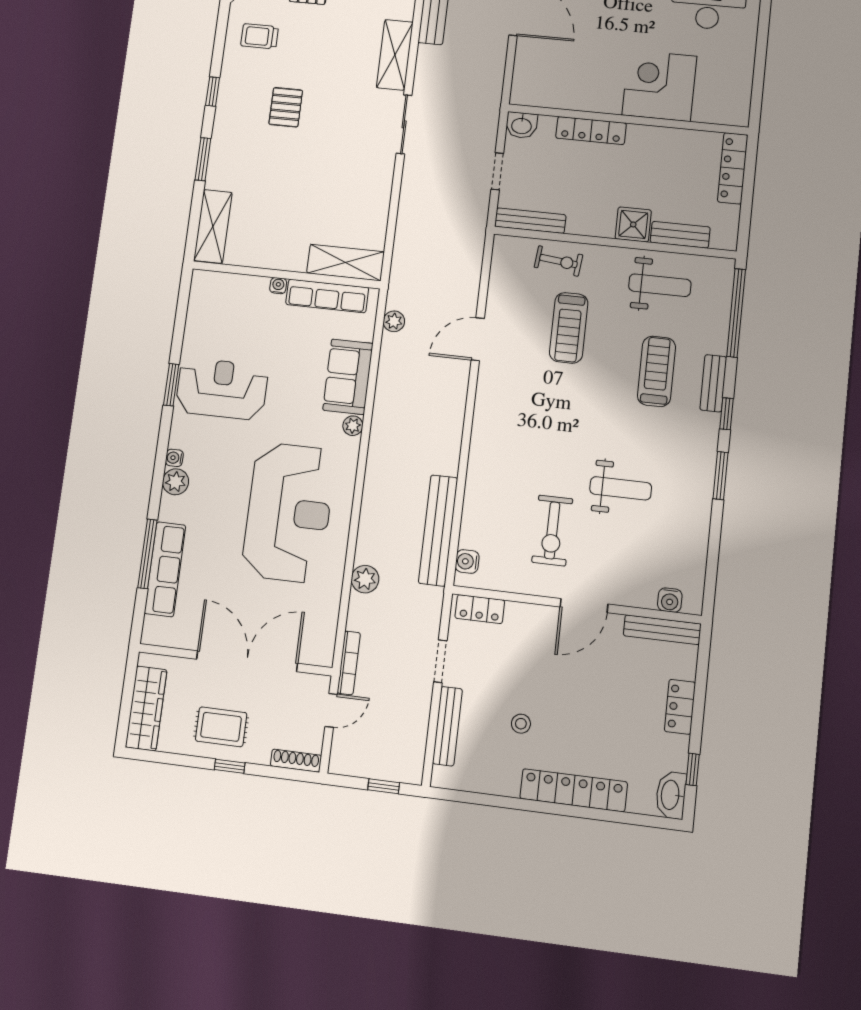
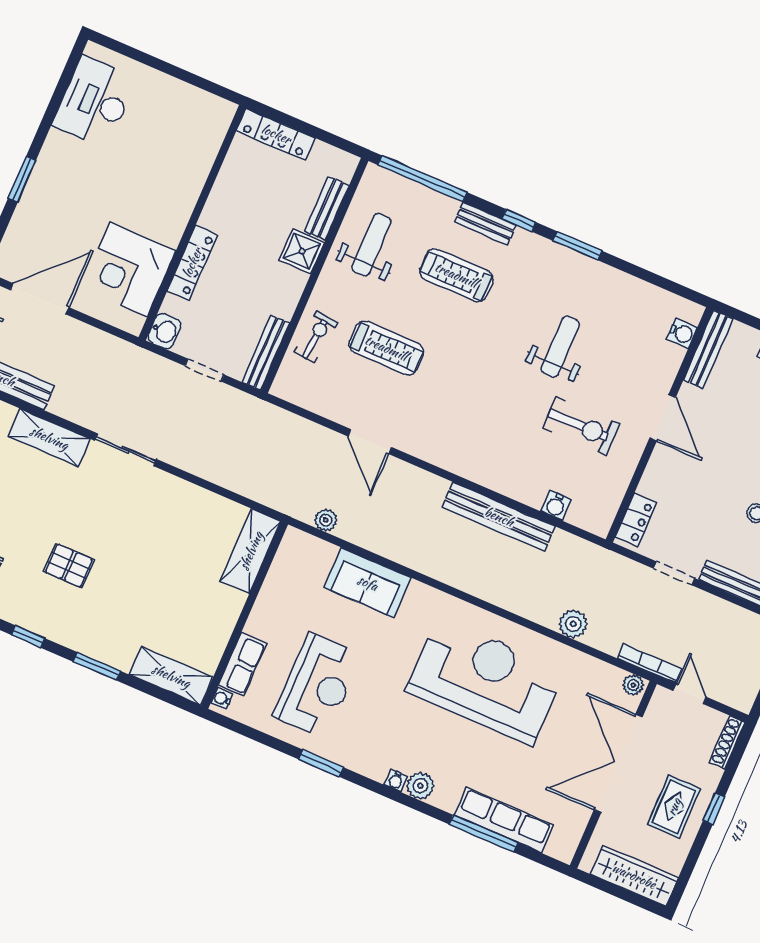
corner desk: (659, 86) -> (129, 269), moved
water cooler: (278, 286) -> (222, 698), moved
row of seats: (327, 296) -> (242, 665), moved, width x0.68
reception desk: (222, 389) -> (318, 685), moved, turned 180
plant: (353, 426) -> (633, 685), moved
bench: (438, 530) -> (499, 517), moved
water cooler: (467, 561) -> (556, 505), moved

